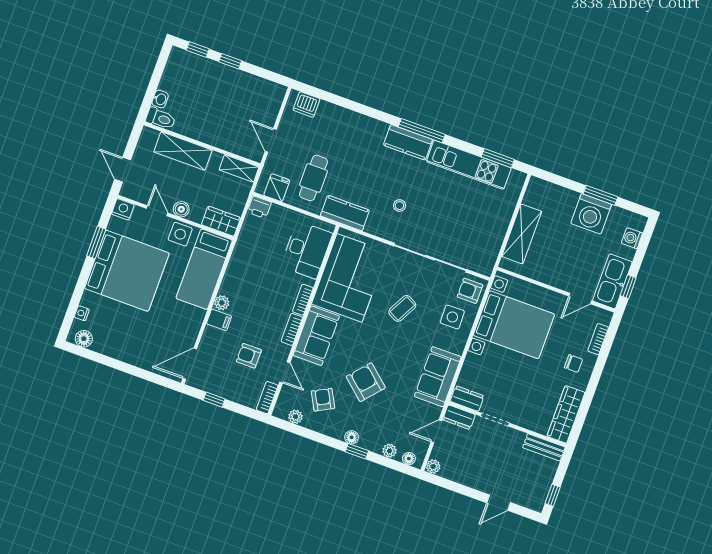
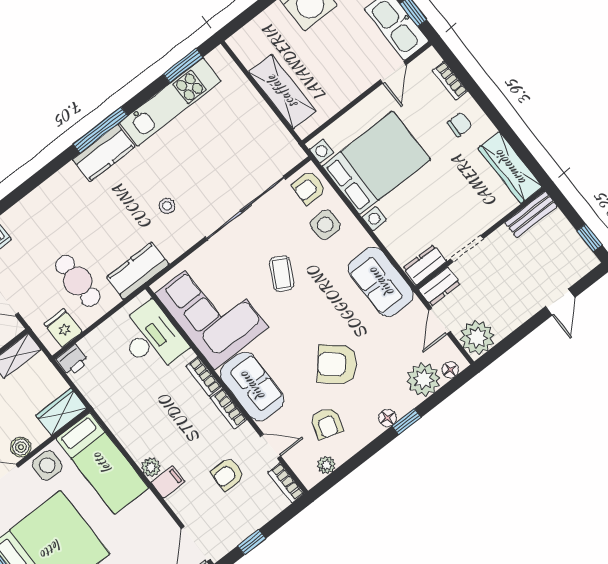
armchair: (323, 400) -> (327, 423), turned -134
plant: (389, 451) -> (424, 379), width x1.87, depth x1.87
plant: (433, 467) -> (477, 337), width x1.87, depth x1.87

